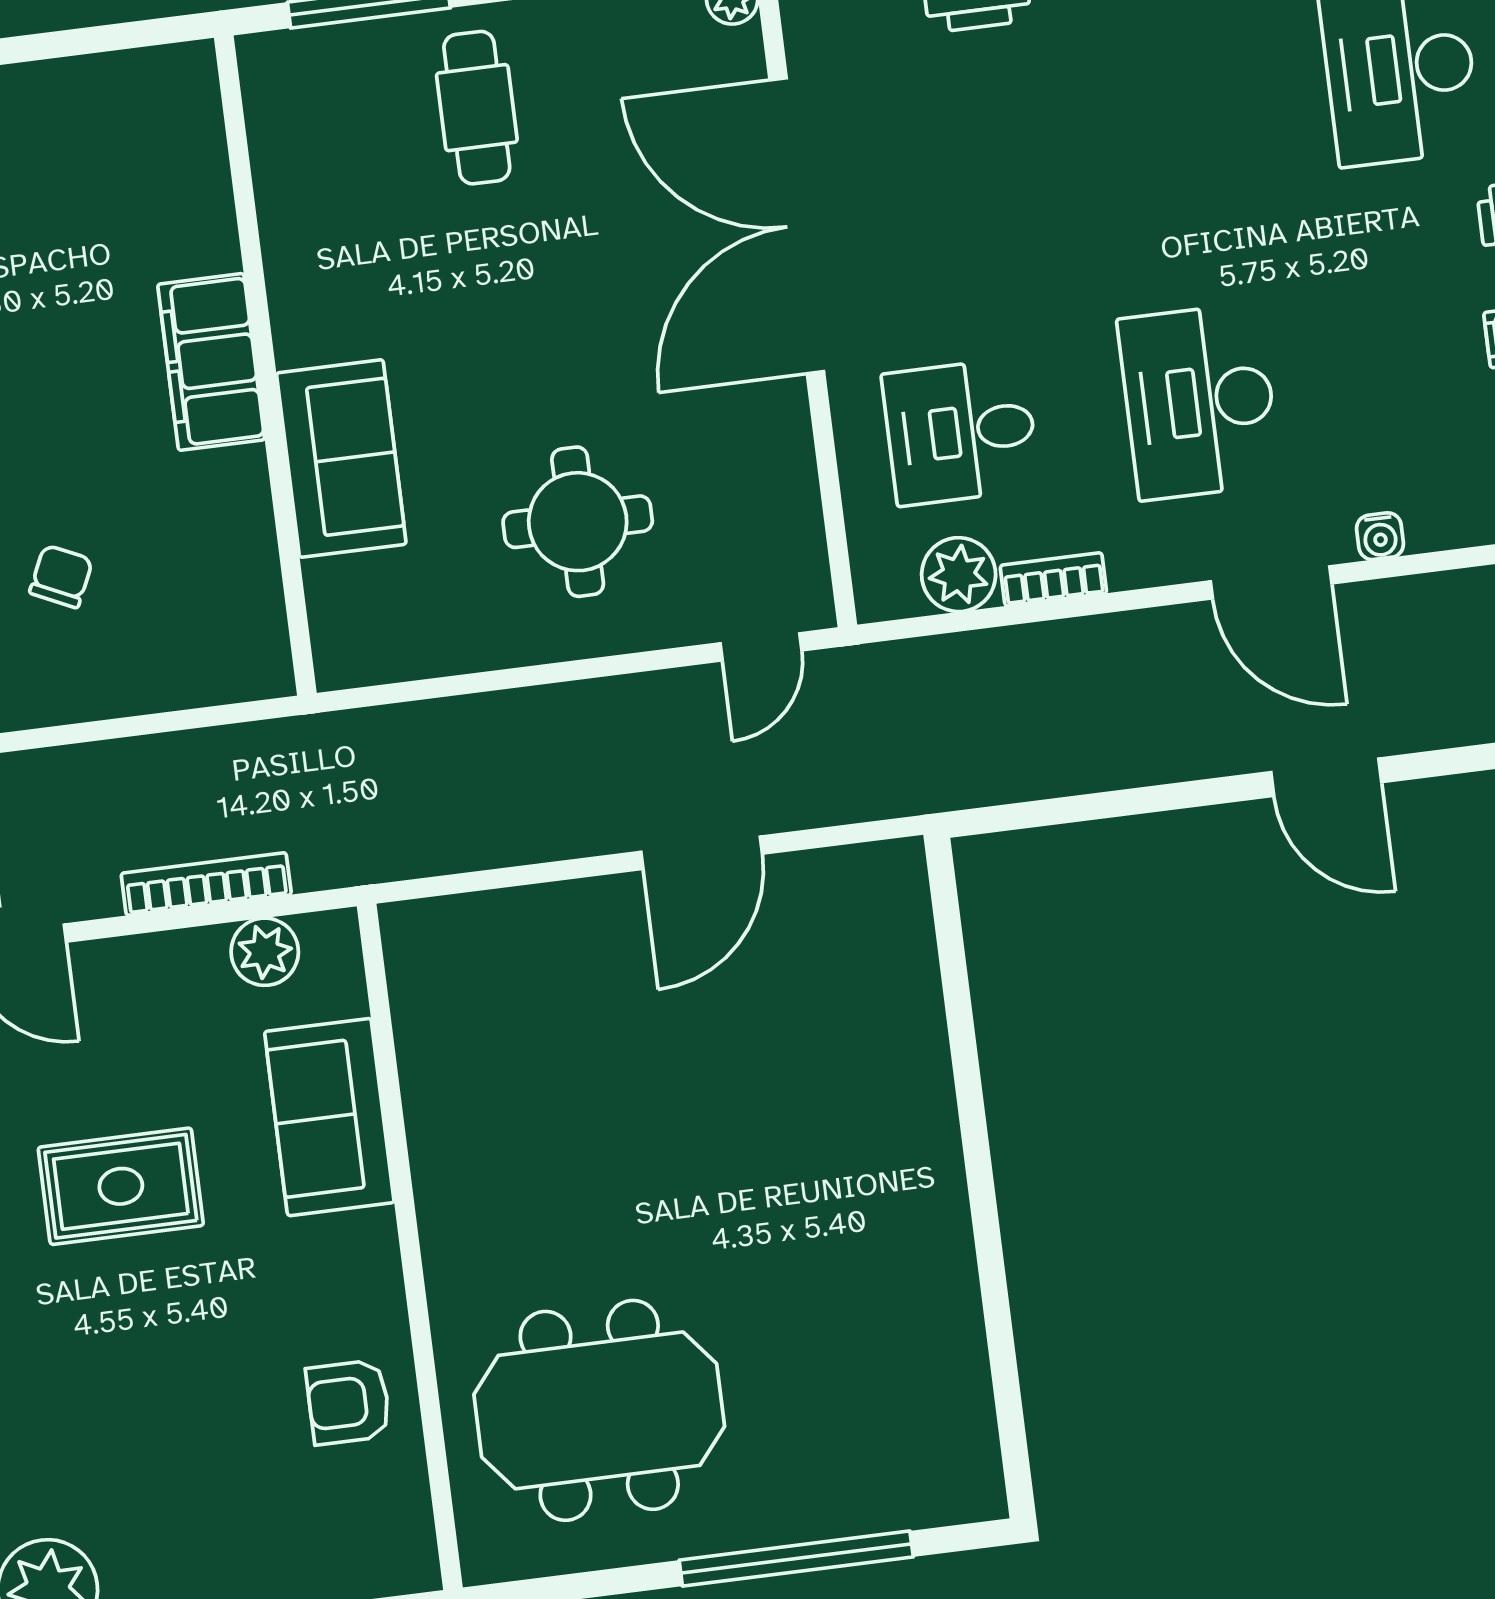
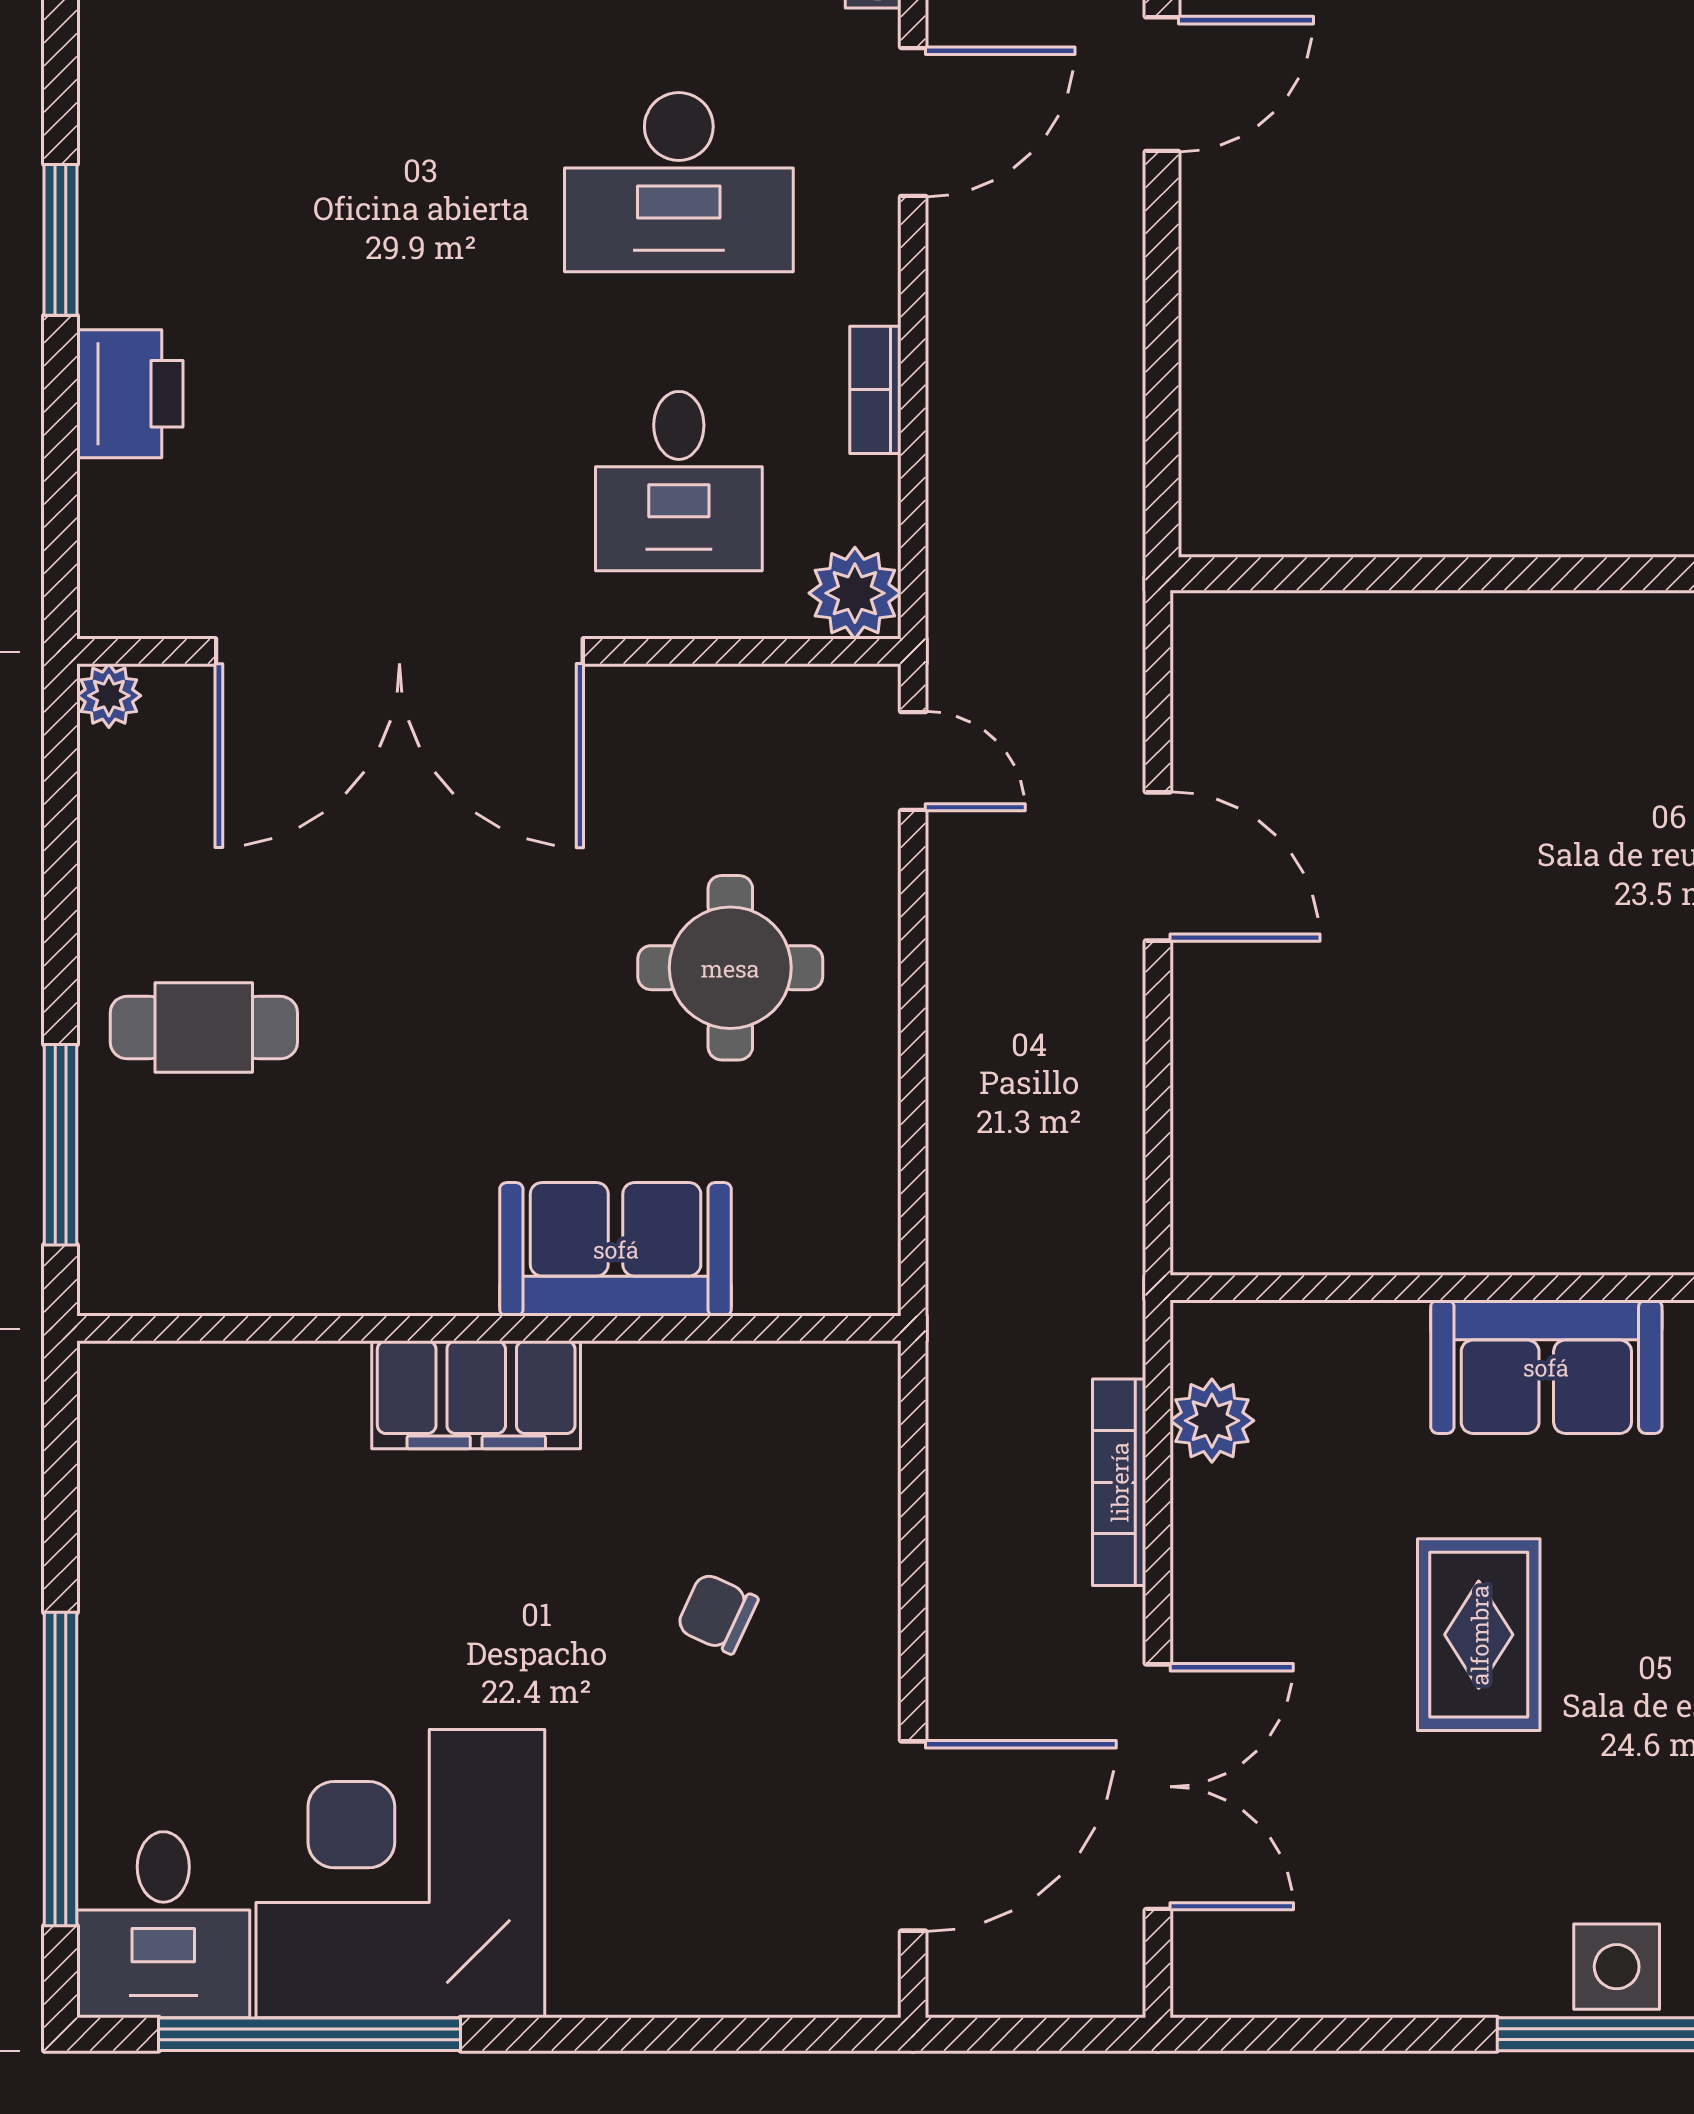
plant: (959, 575) -> (855, 593), moved
sofa: (329, 1117) -> (1546, 1367), moved

